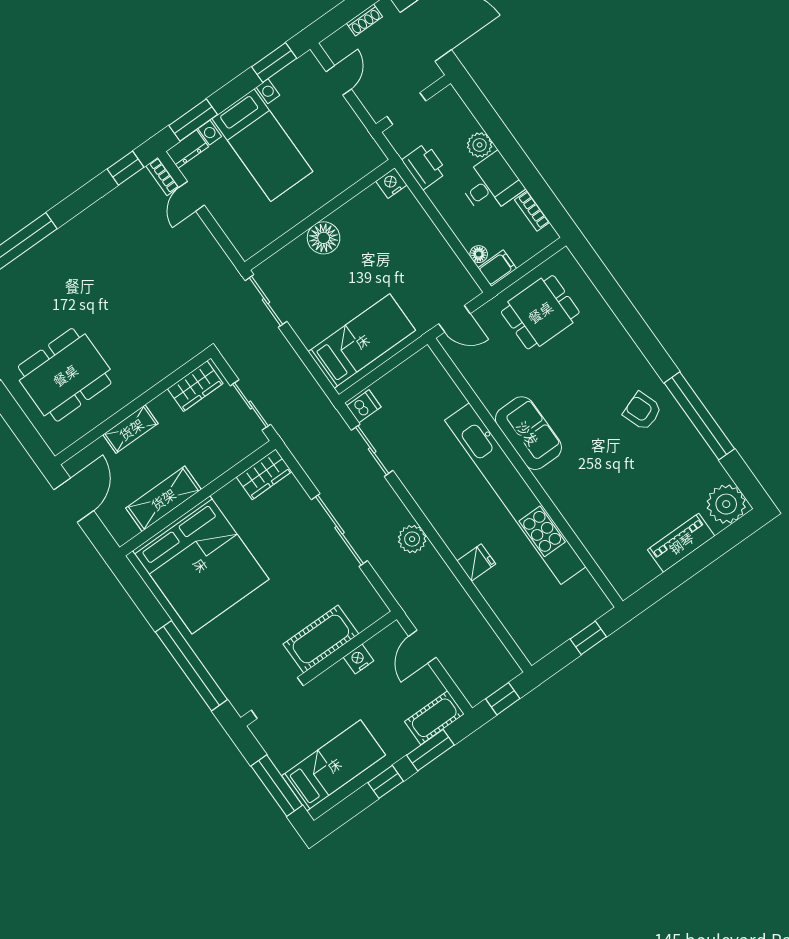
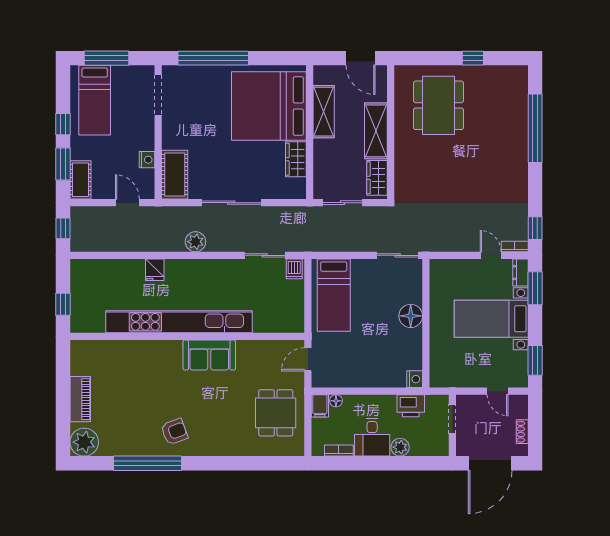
shelving: (131, 429) -> (376, 131), width x1.50, depth x1.33
wardrobe: (264, 474) -> (296, 159), moved
cot: (321, 639) -> (175, 175), moved

